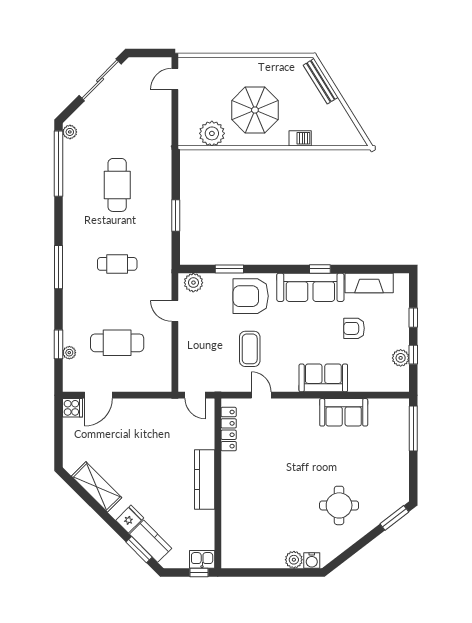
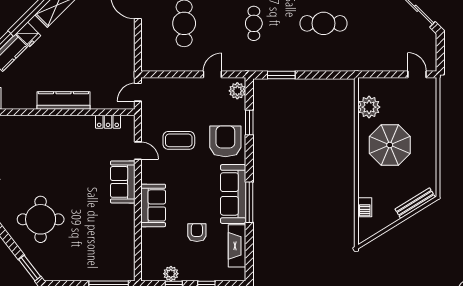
barbecue: (300, 138) -> (365, 207), moved
window: (176, 216) -> (281, 75), moved
window: (320, 269) -> (249, 202), width x2.17
door: (261, 395) -> (138, 151), hinge flipped
sofa: (344, 412) -> (123, 182), moved
locker: (229, 429) -> (108, 122), width x0.66
round table: (339, 505) -> (41, 219), width x1.36, depth x1.36

